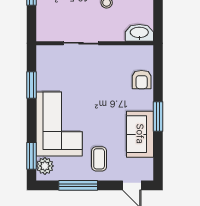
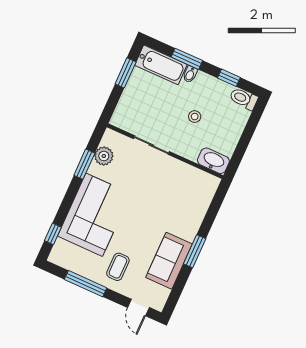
armchair: (142, 80) -> (195, 208), removed
window: (32, 156) -> (53, 234), width x0.67
plant: (45, 166) -> (104, 156), moved

